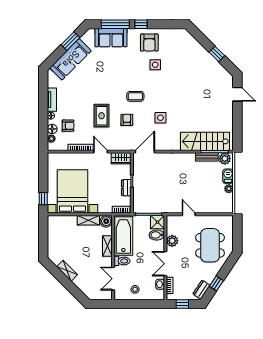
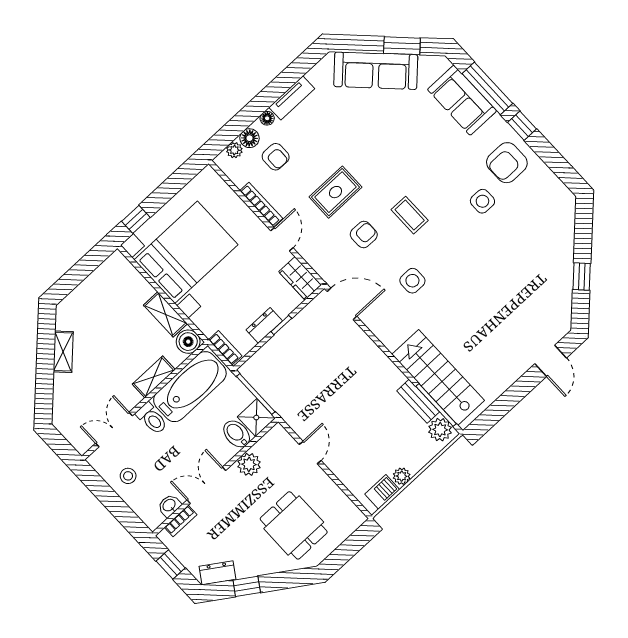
barbecue: (228, 176) -> (382, 492), moved
dining table: (210, 245) -> (294, 525), width x0.73

